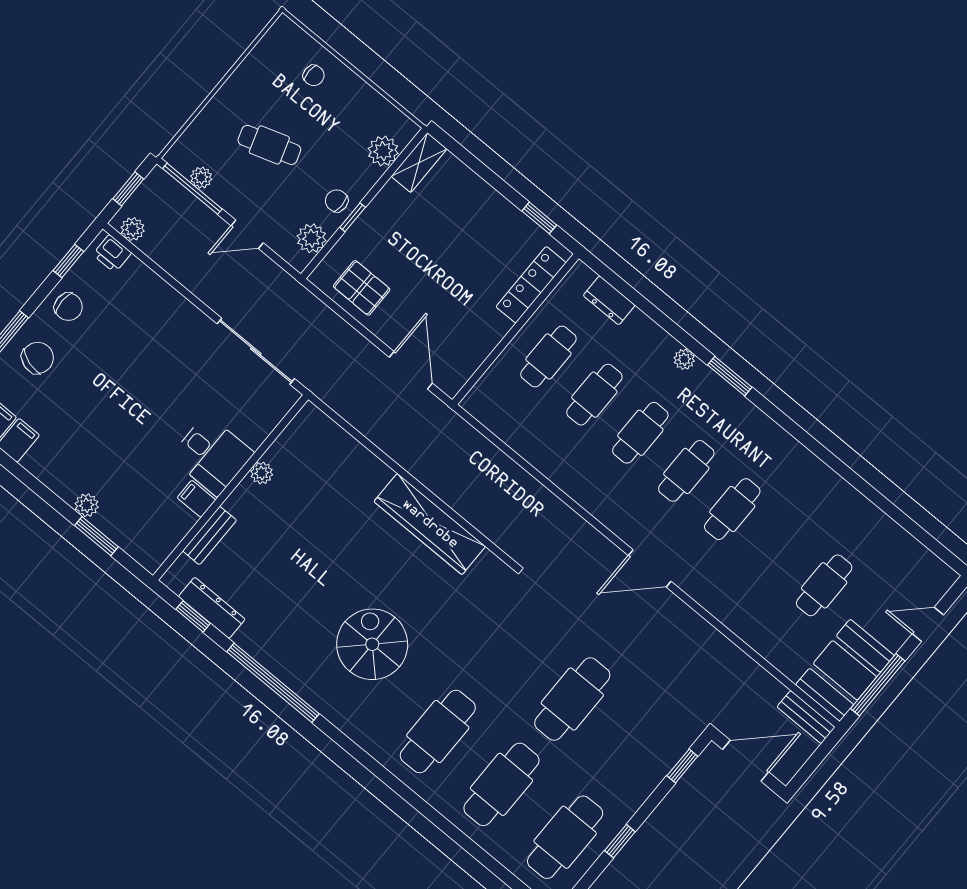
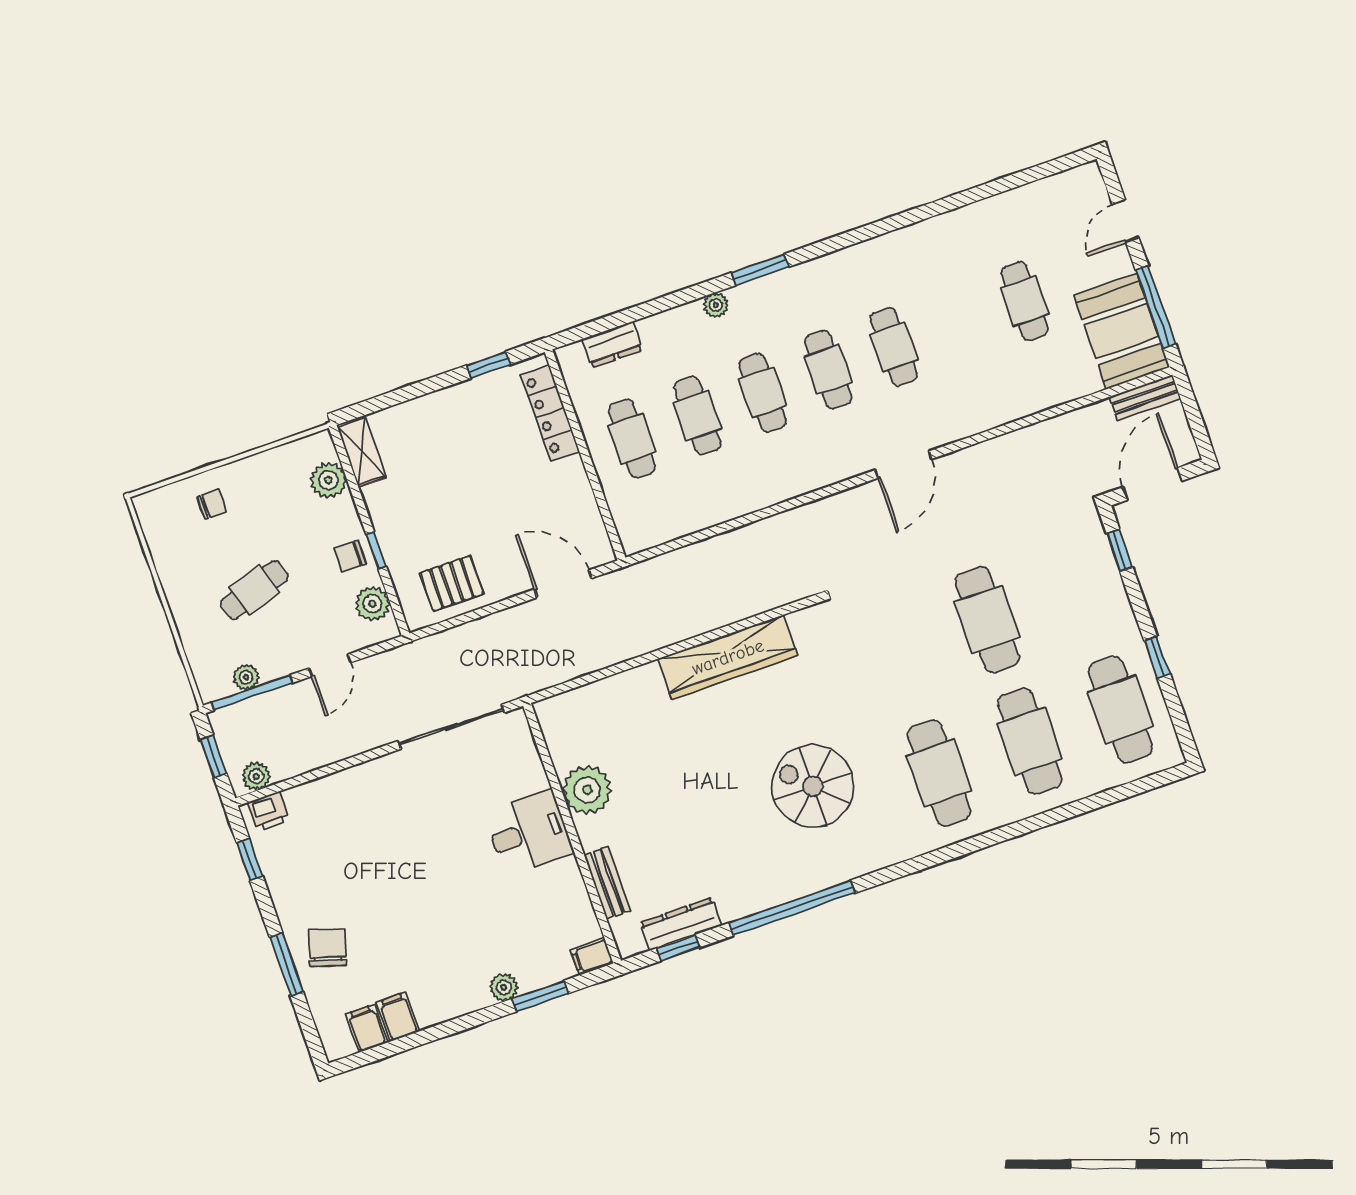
chair: (68, 307) -> (295, 887), removed
plant: (262, 473) -> (587, 790), width x1.87, depth x1.87
filing cabinet: (196, 499) -> (592, 957), moved

